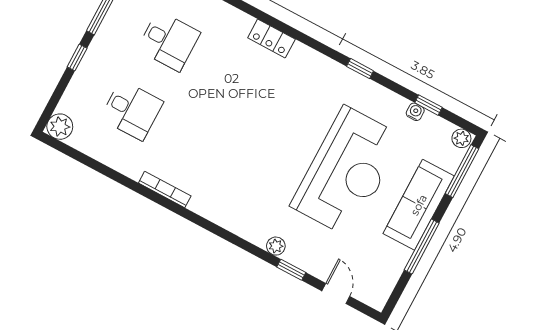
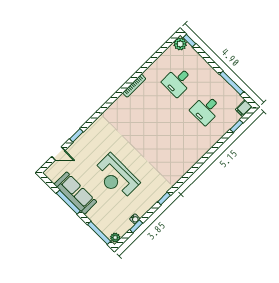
locker: (271, 38) -> (192, 160), removed
window: (77, 58) -> (189, 41), moved
reception desk: (347, 171) -> (116, 177), width x0.74, depth x0.77
sofa: (419, 205) -> (75, 193), moved
plant: (276, 246) -> (90, 131), removed

